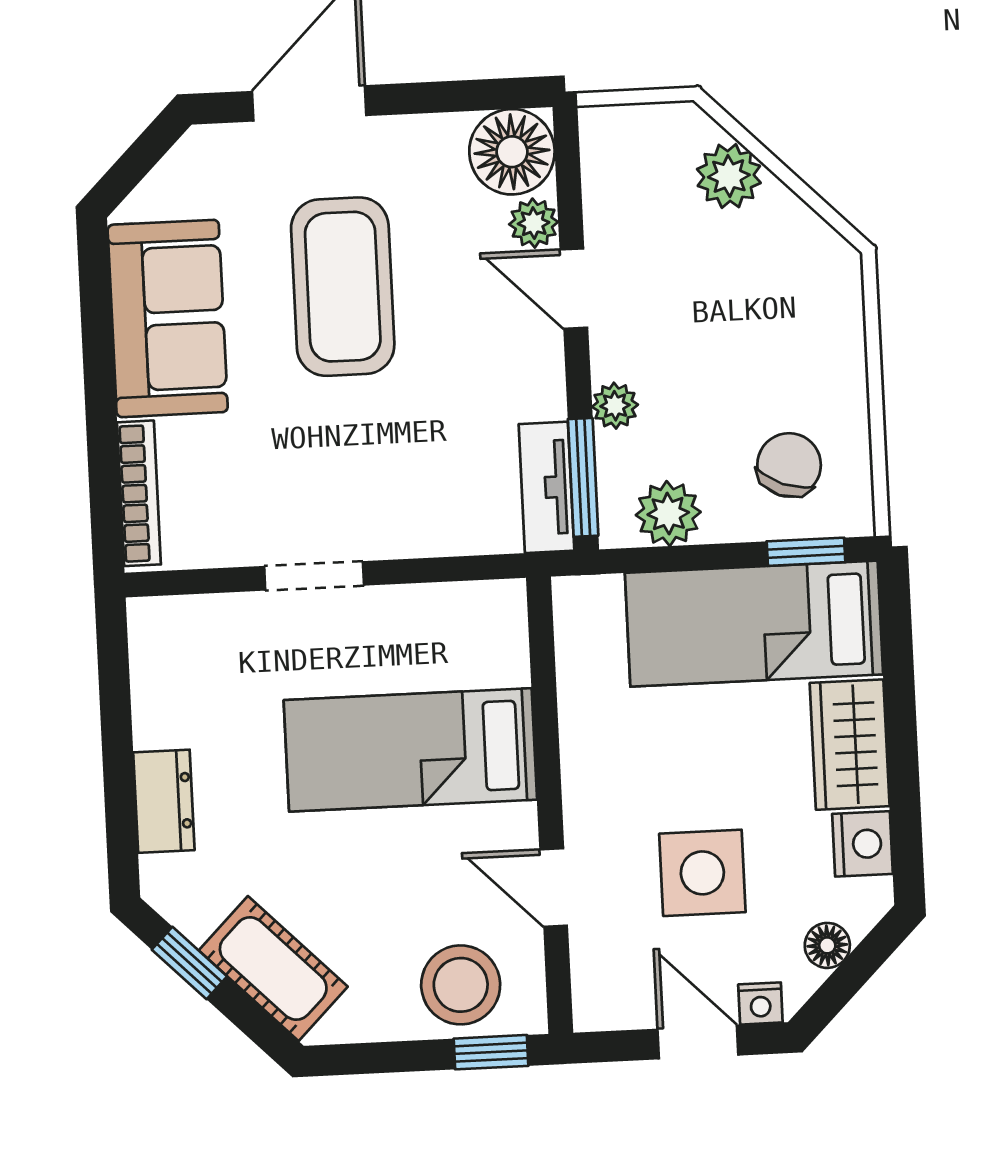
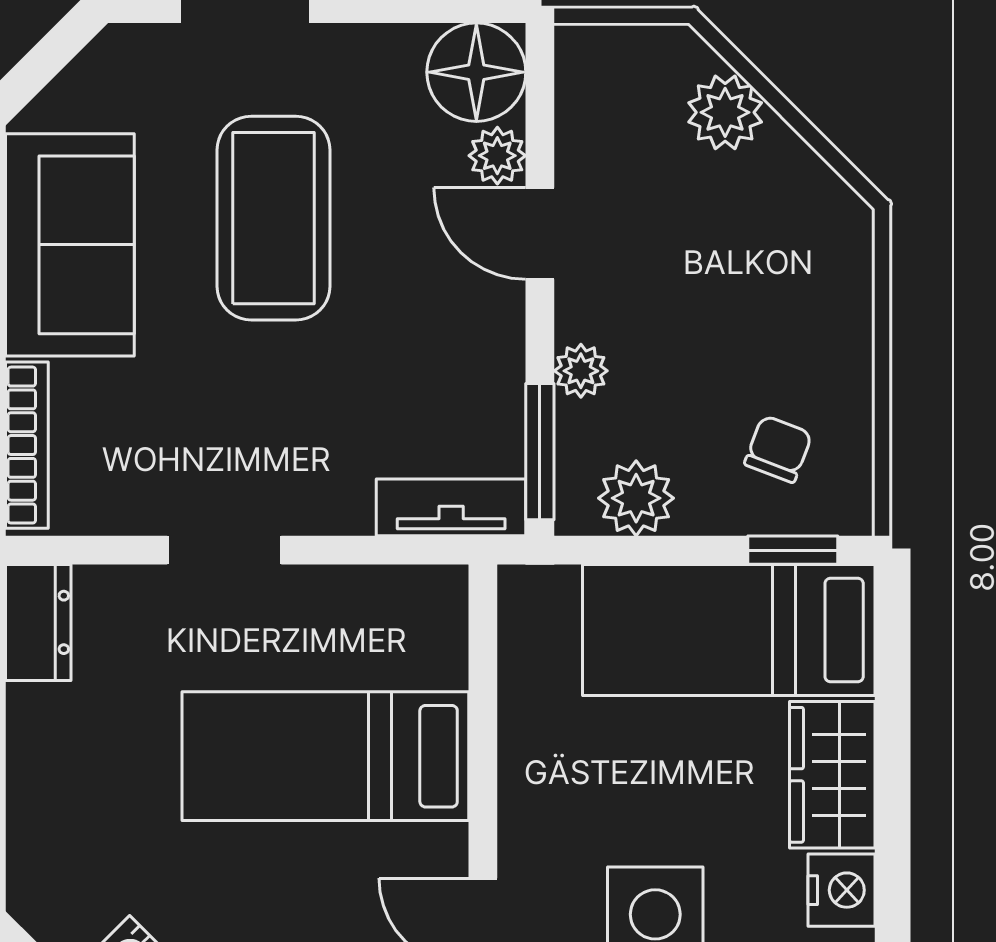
chair: (789, 465) -> (778, 449), width x0.73, depth x0.73
tv unit: (546, 487) -> (451, 507), moved, turned 90
dresser: (164, 801) -> (38, 622), moved

